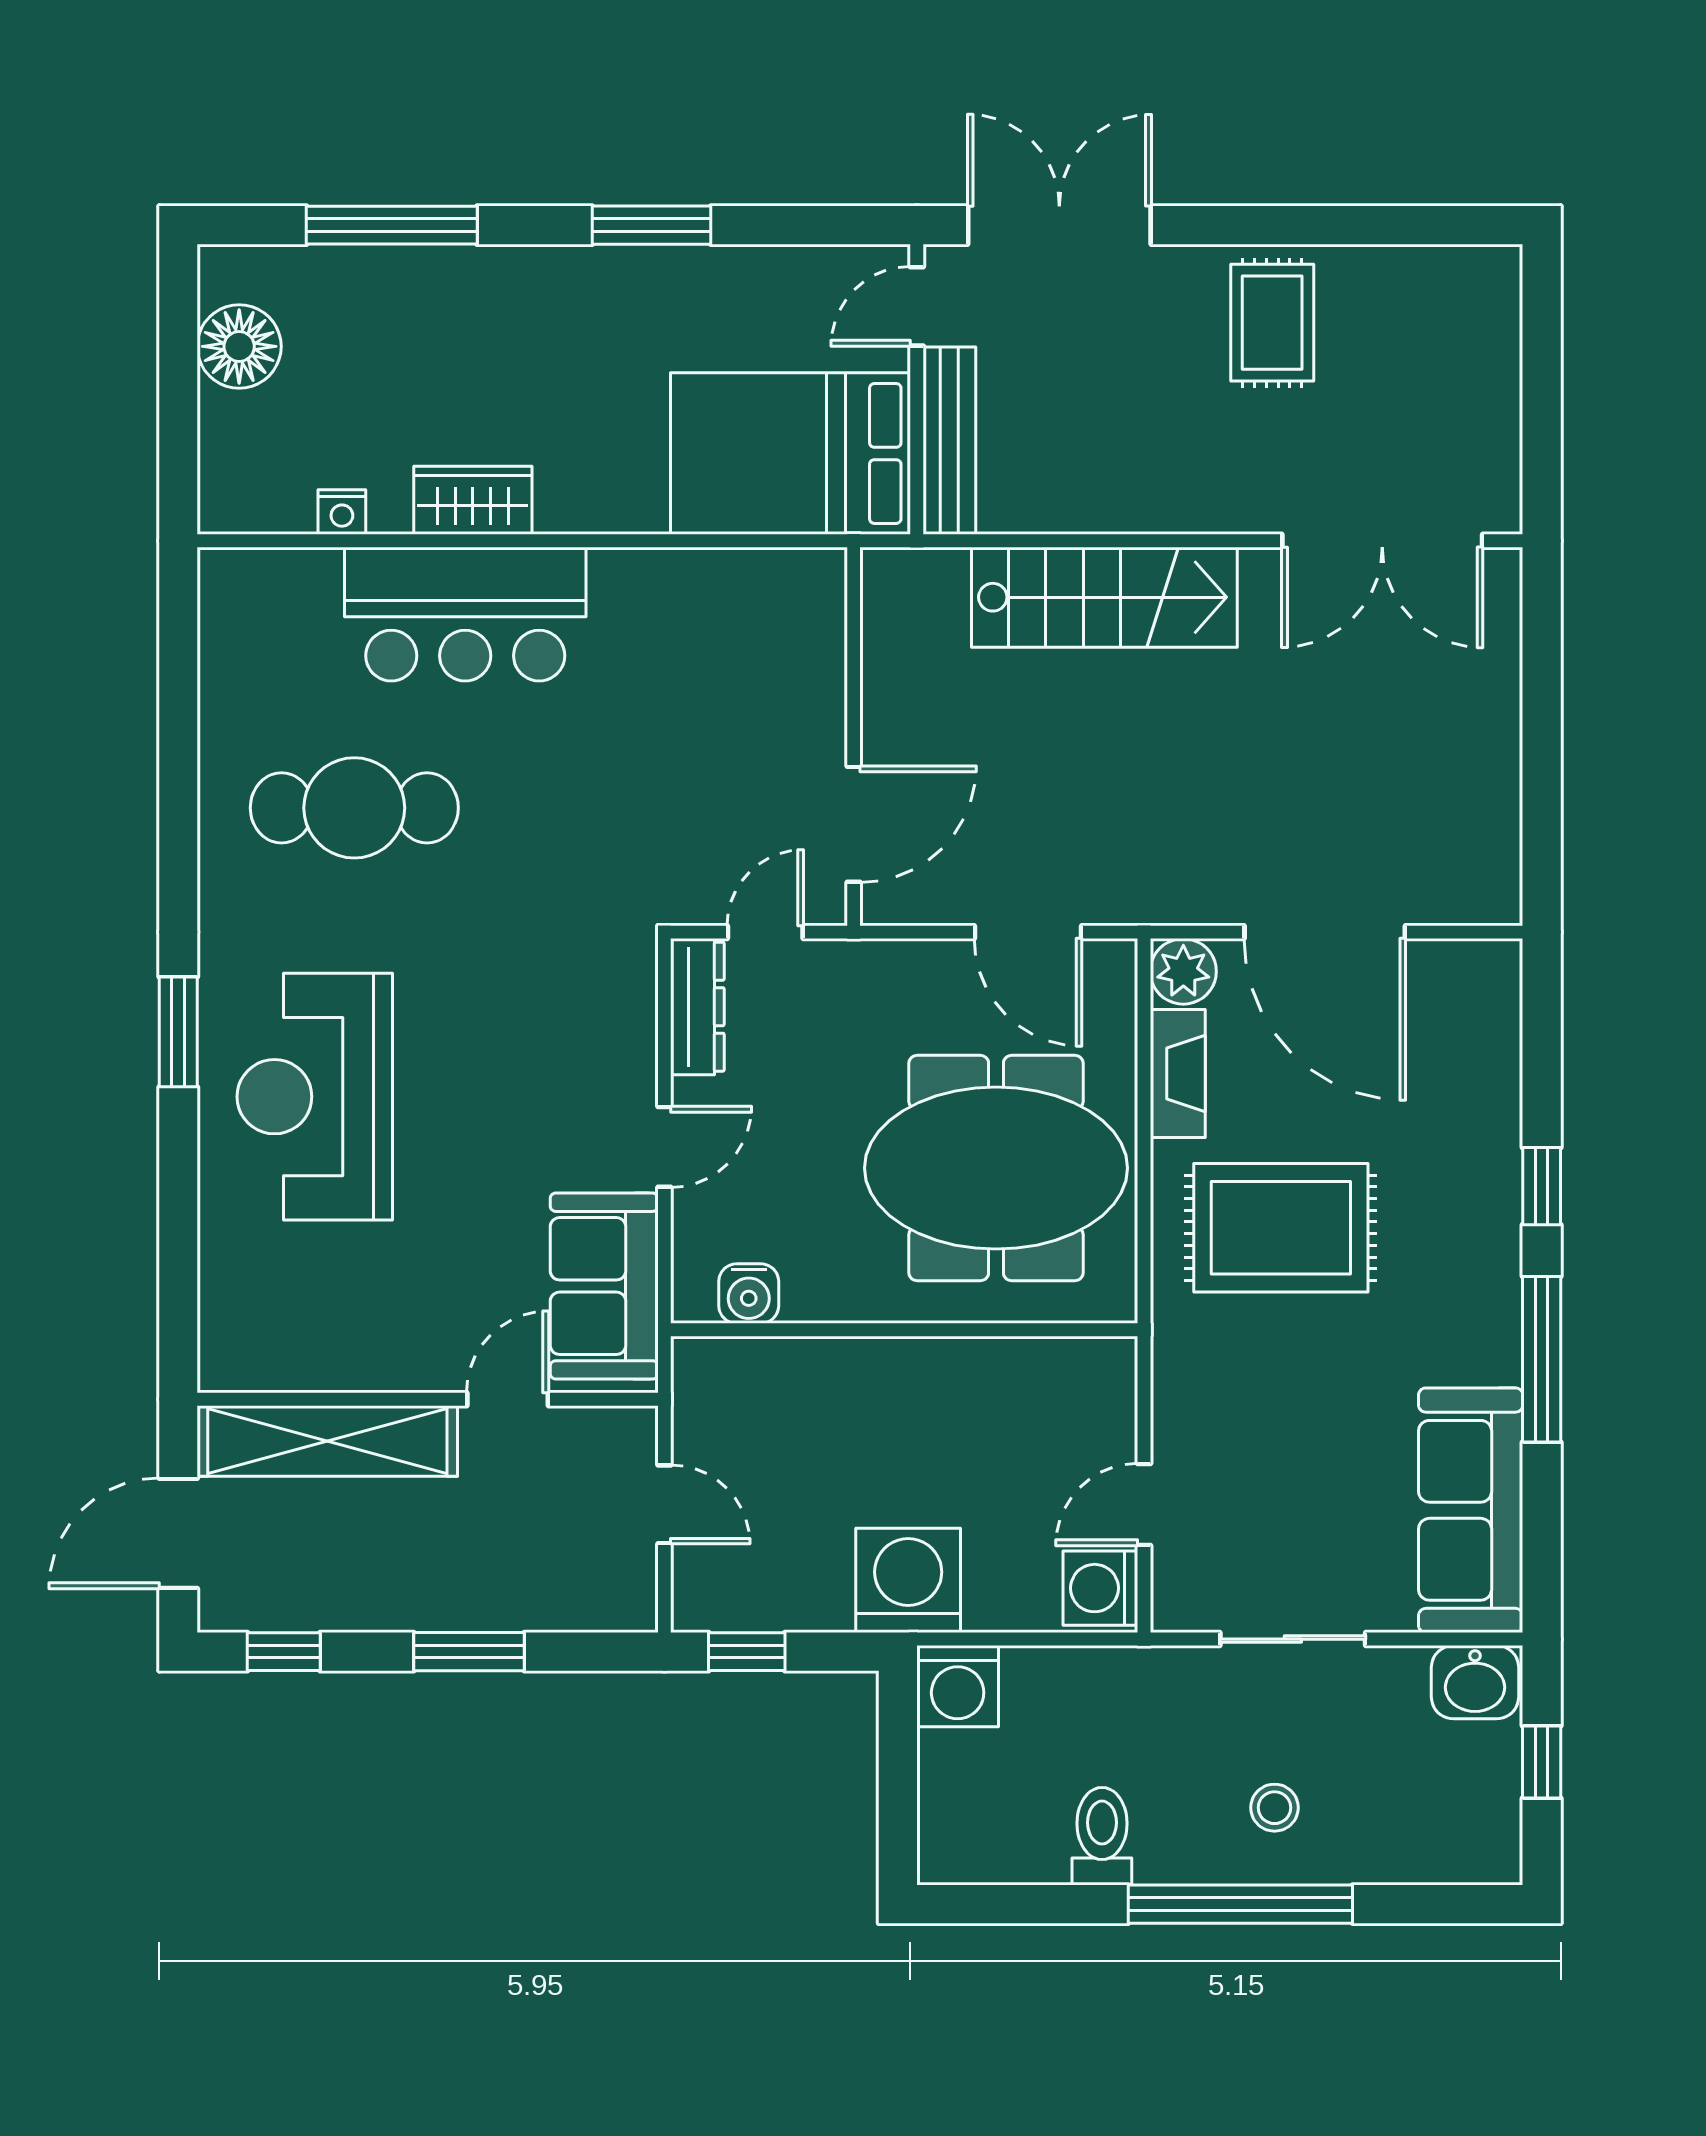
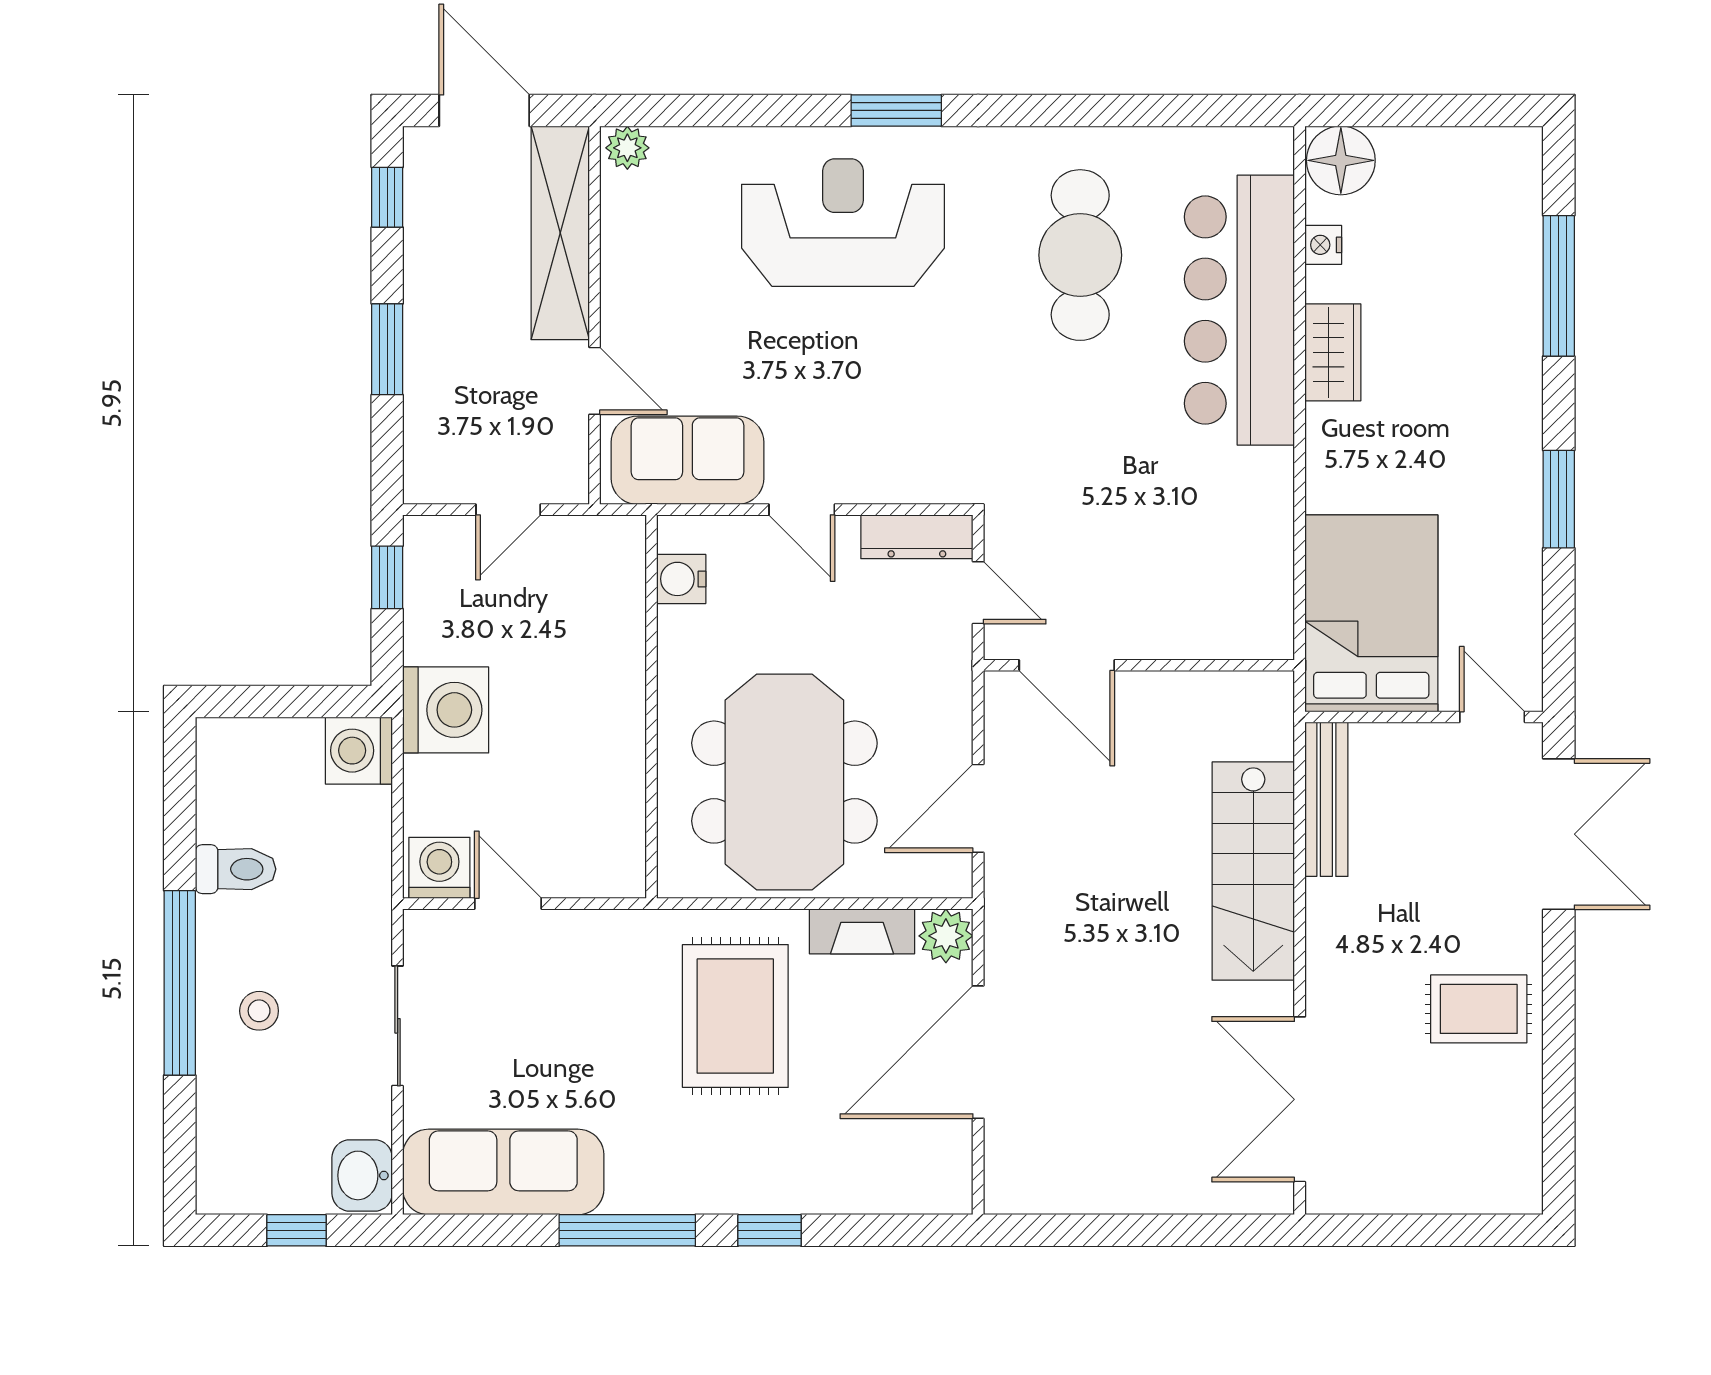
floor lamp: (239, 346) -> (1341, 160), moved
bench: (949, 441) -> (1326, 799), moved, turned 90
bar counter: (465, 614) -> (1239, 310), width x1.36
plant: (224, 1359) -> (627, 148), added

